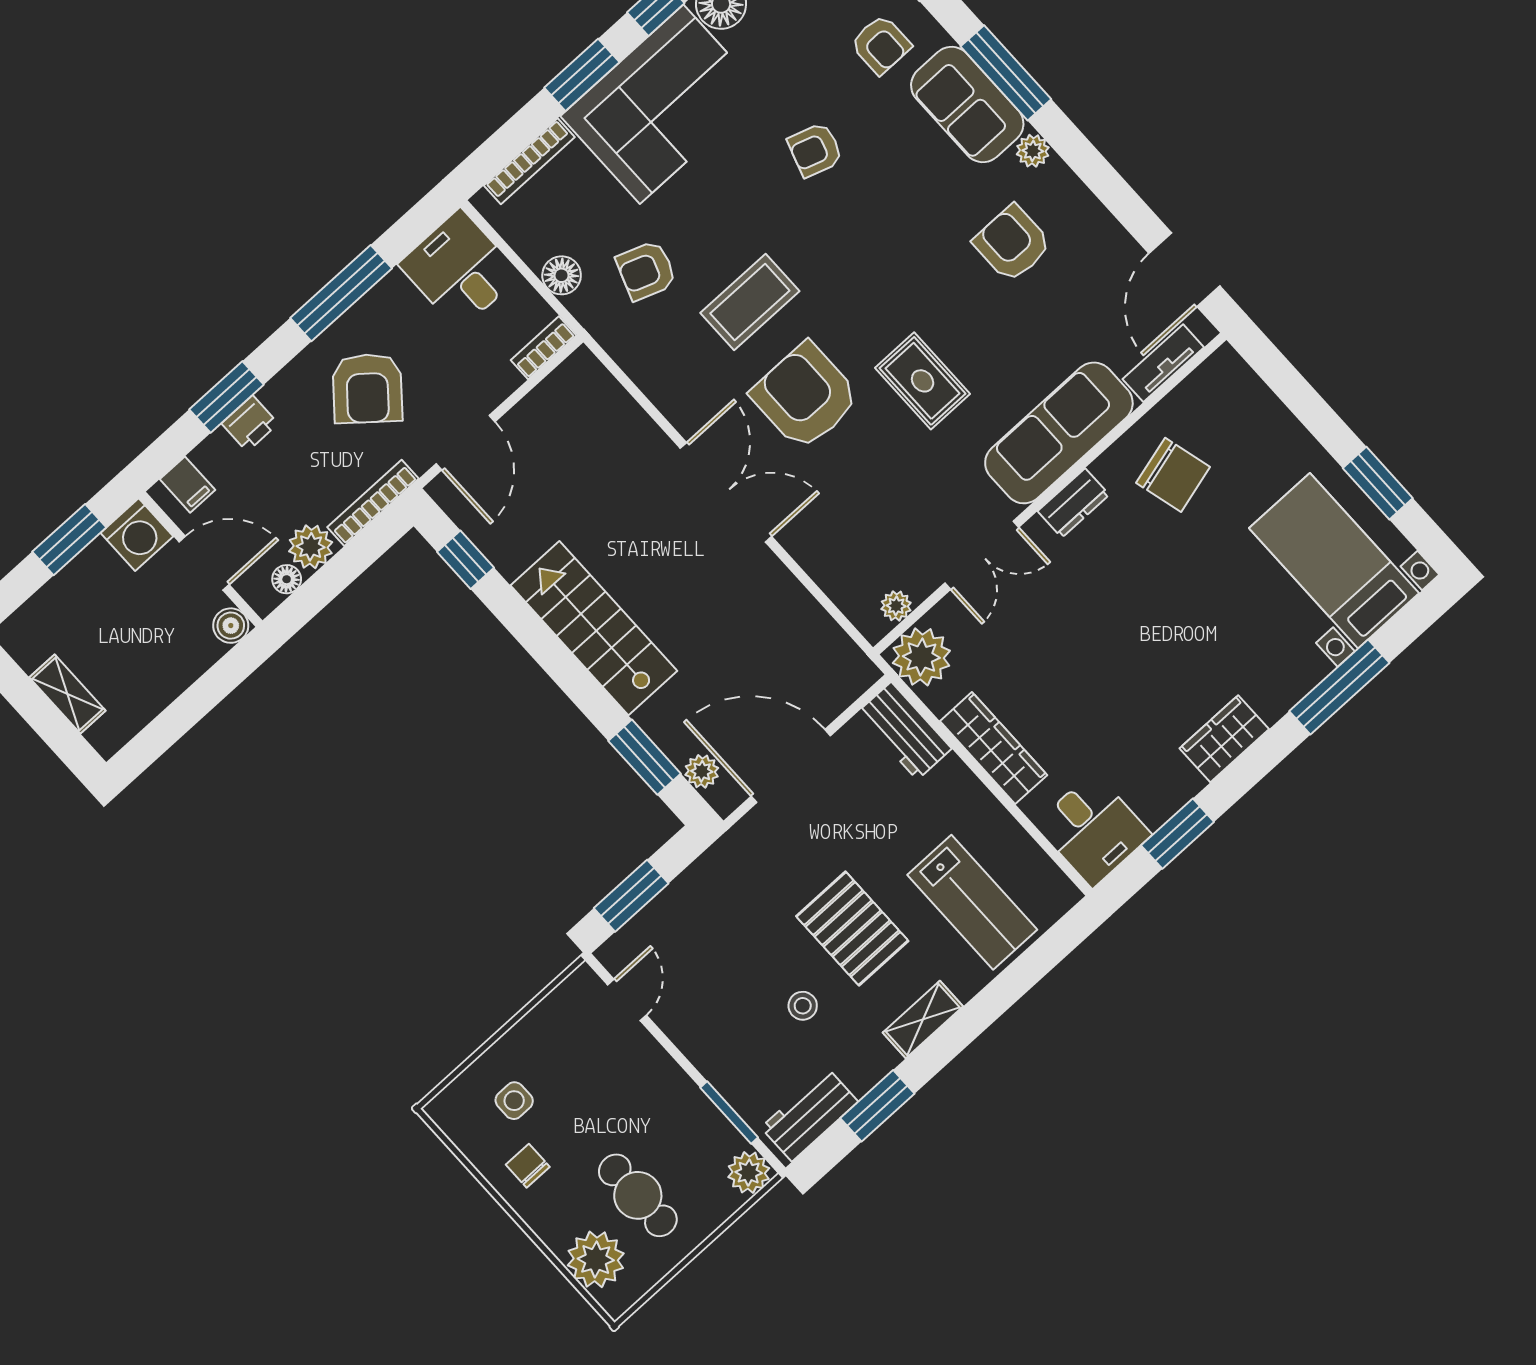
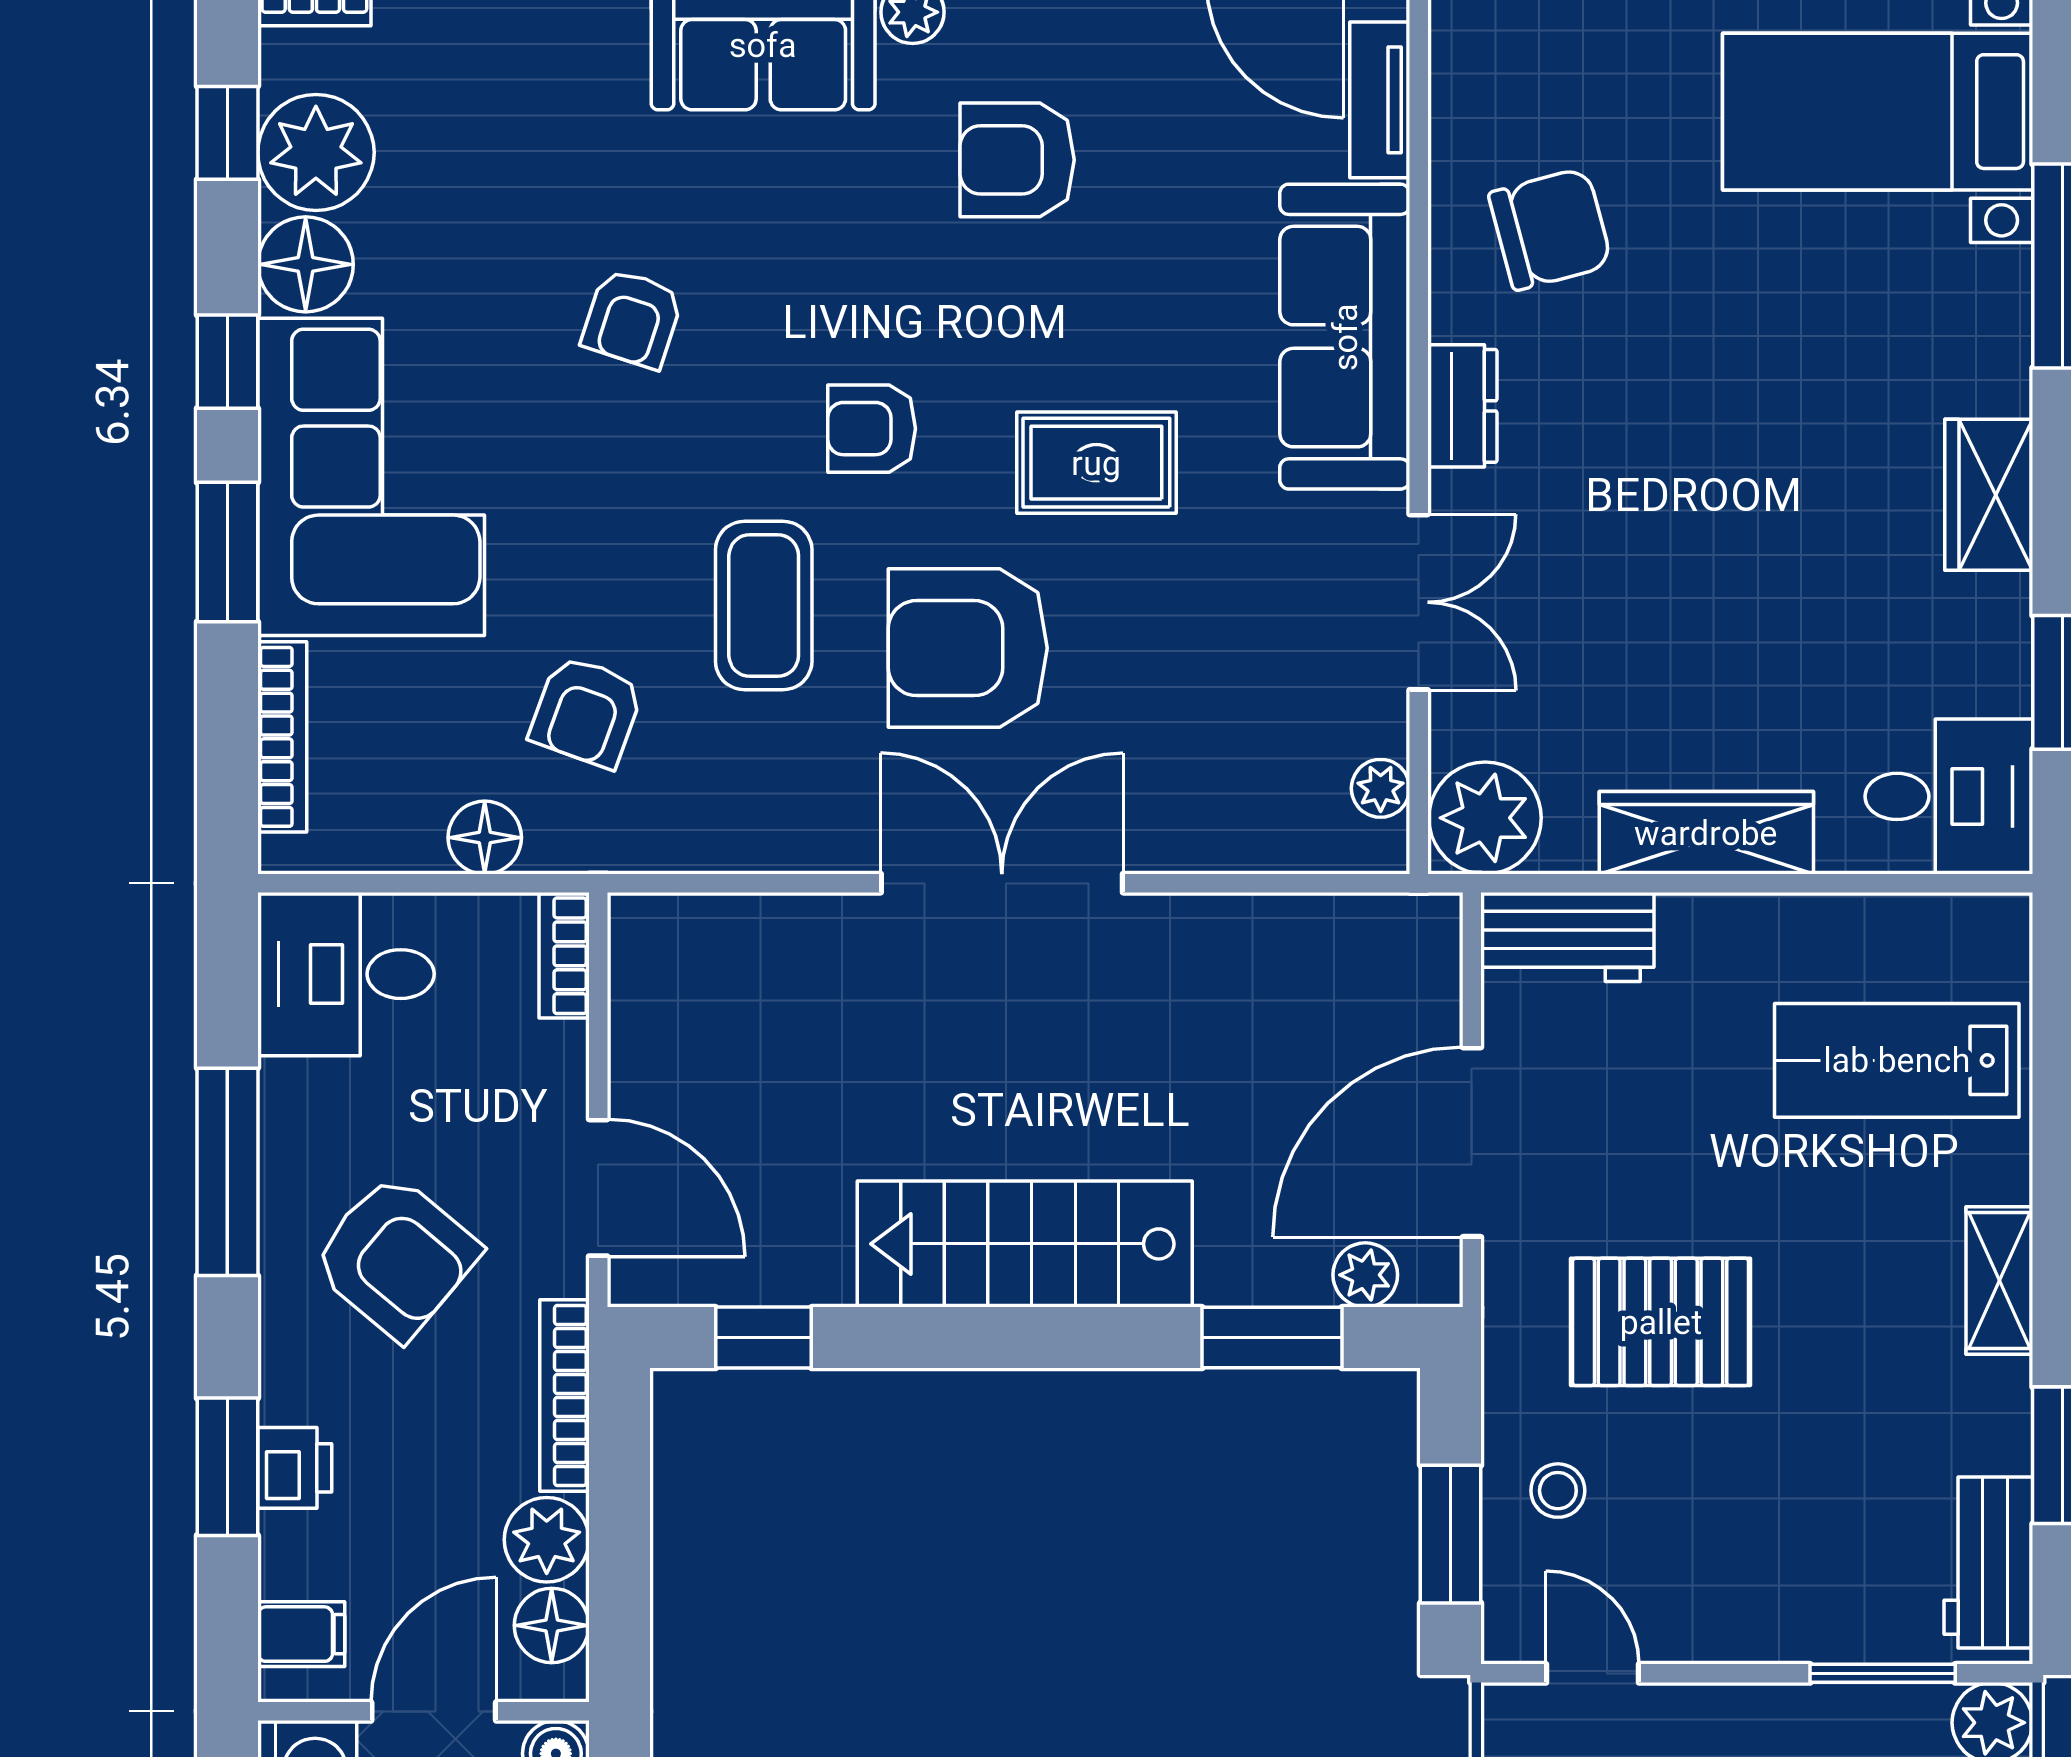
armchair: (881, 45) -> (872, 429), moved, turned 180
floor lamp: (287, 579) -> (552, 1625), width x1.37, depth x1.37
lab bench: (972, 902) -> (1897, 1060), turned 180
pallet: (852, 929) -> (1661, 1322), moved
stool: (803, 1006) -> (1558, 1491), moved

